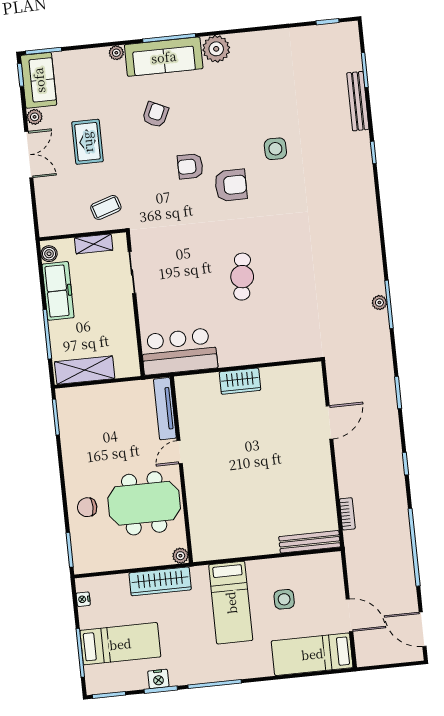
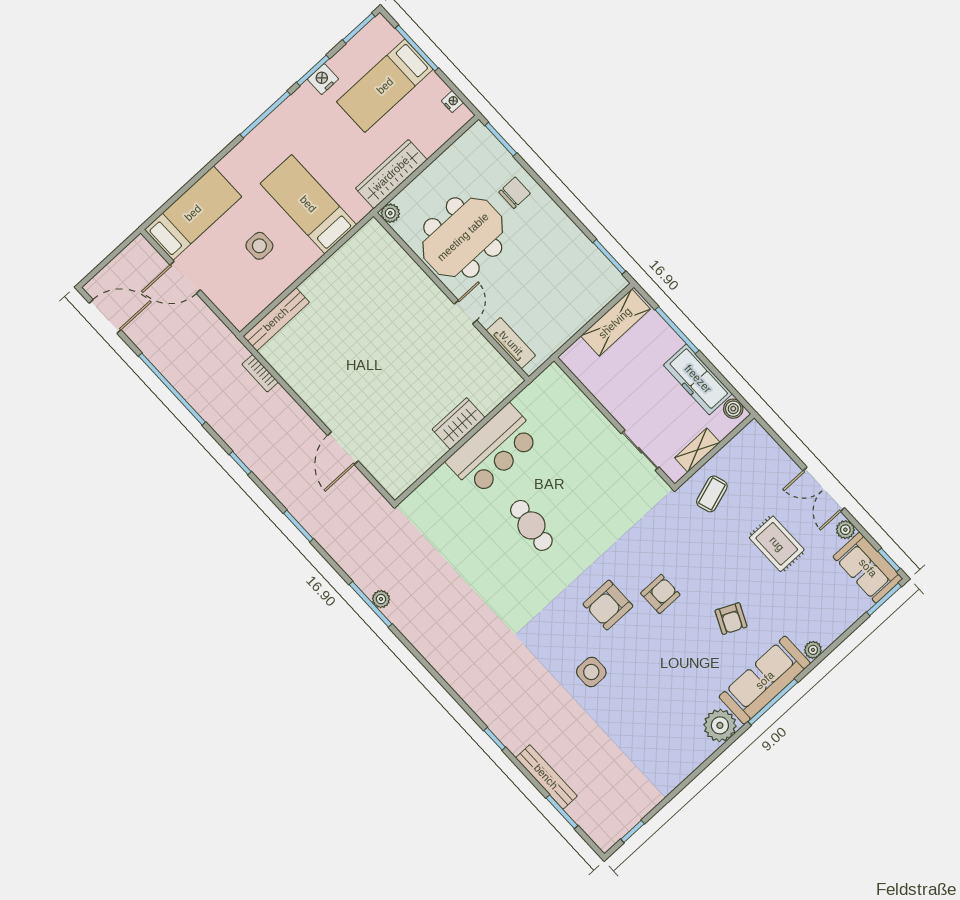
bar counter: (179, 351) -> (493, 450), moved
tv unit: (165, 409) -> (511, 343), width x0.71

